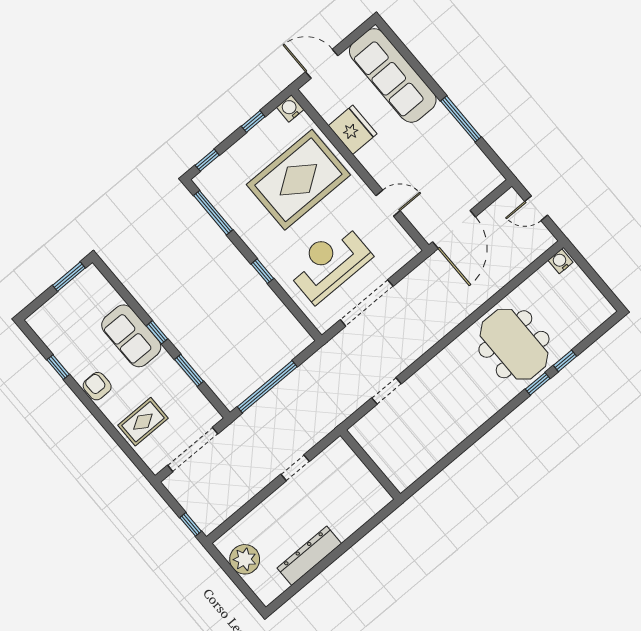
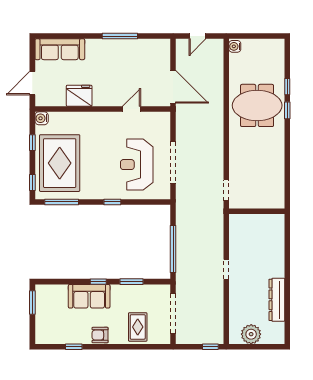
sofa: (393, 75) -> (60, 49), width x0.74, depth x0.79
rug: (298, 180) -> (60, 163), moved
wall: (370, 465) -> (257, 211), moved

